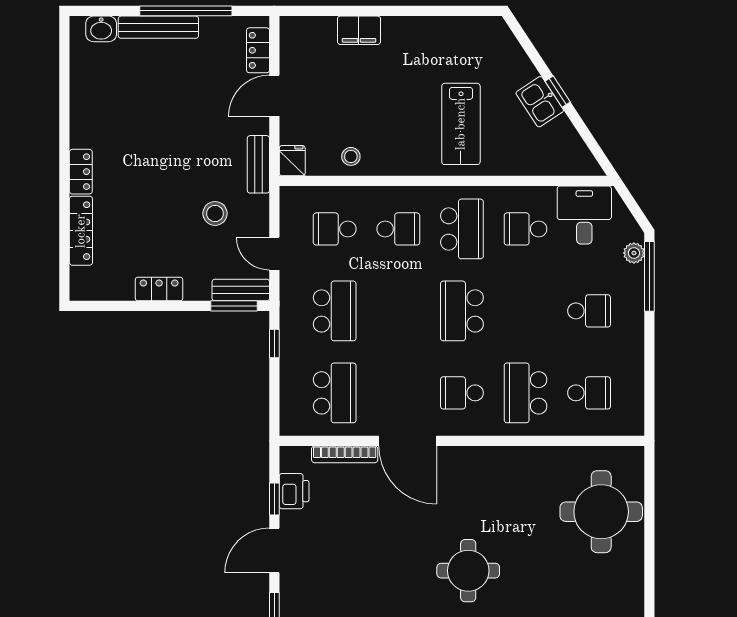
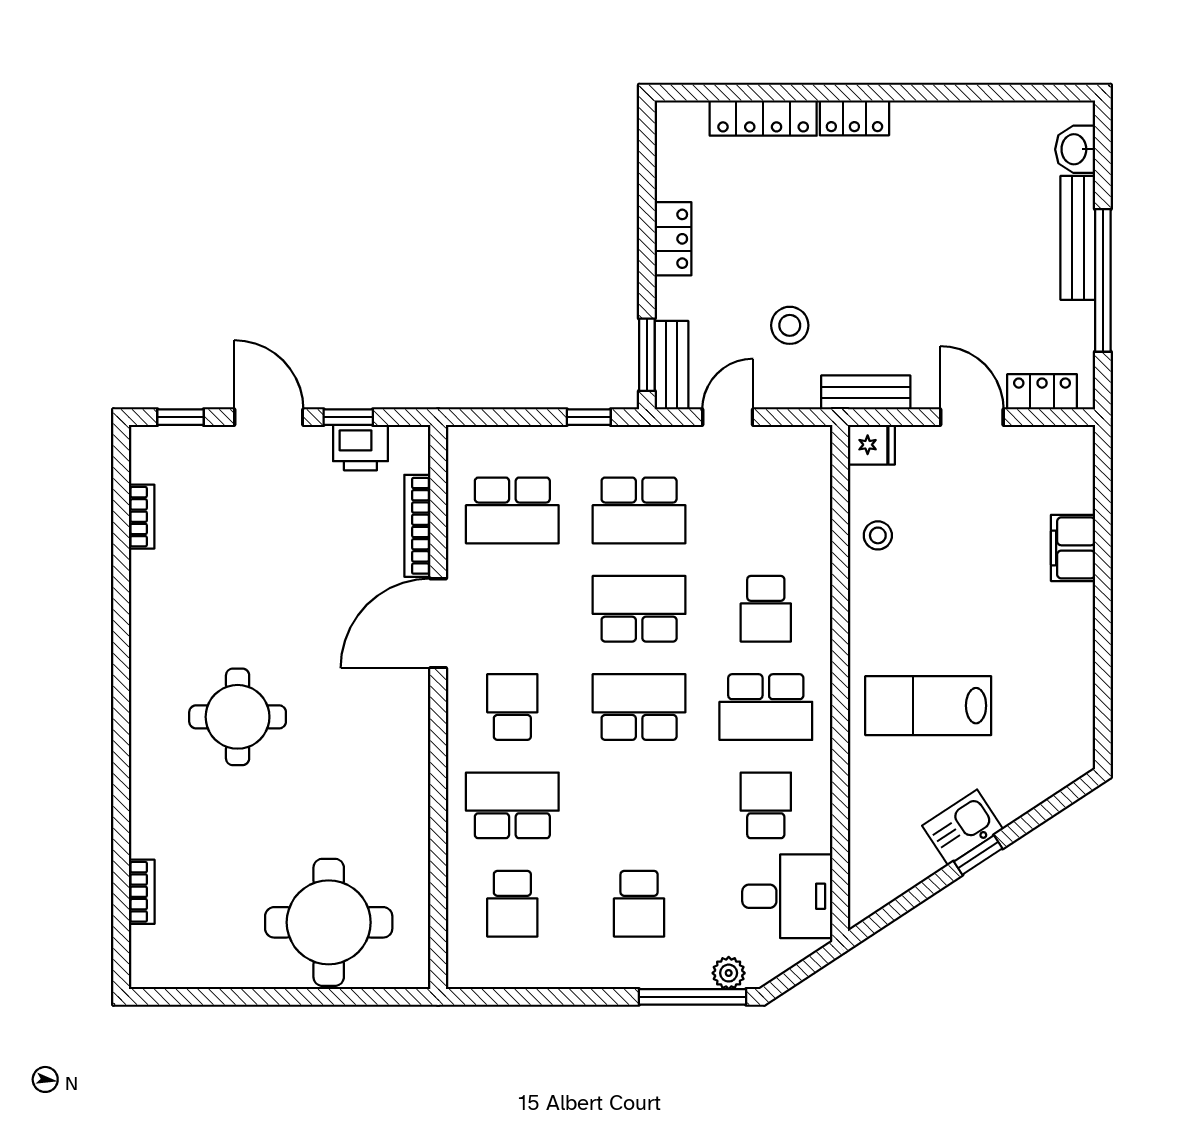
school desk: (335, 229) -> (639, 609), moved, width x1.85

